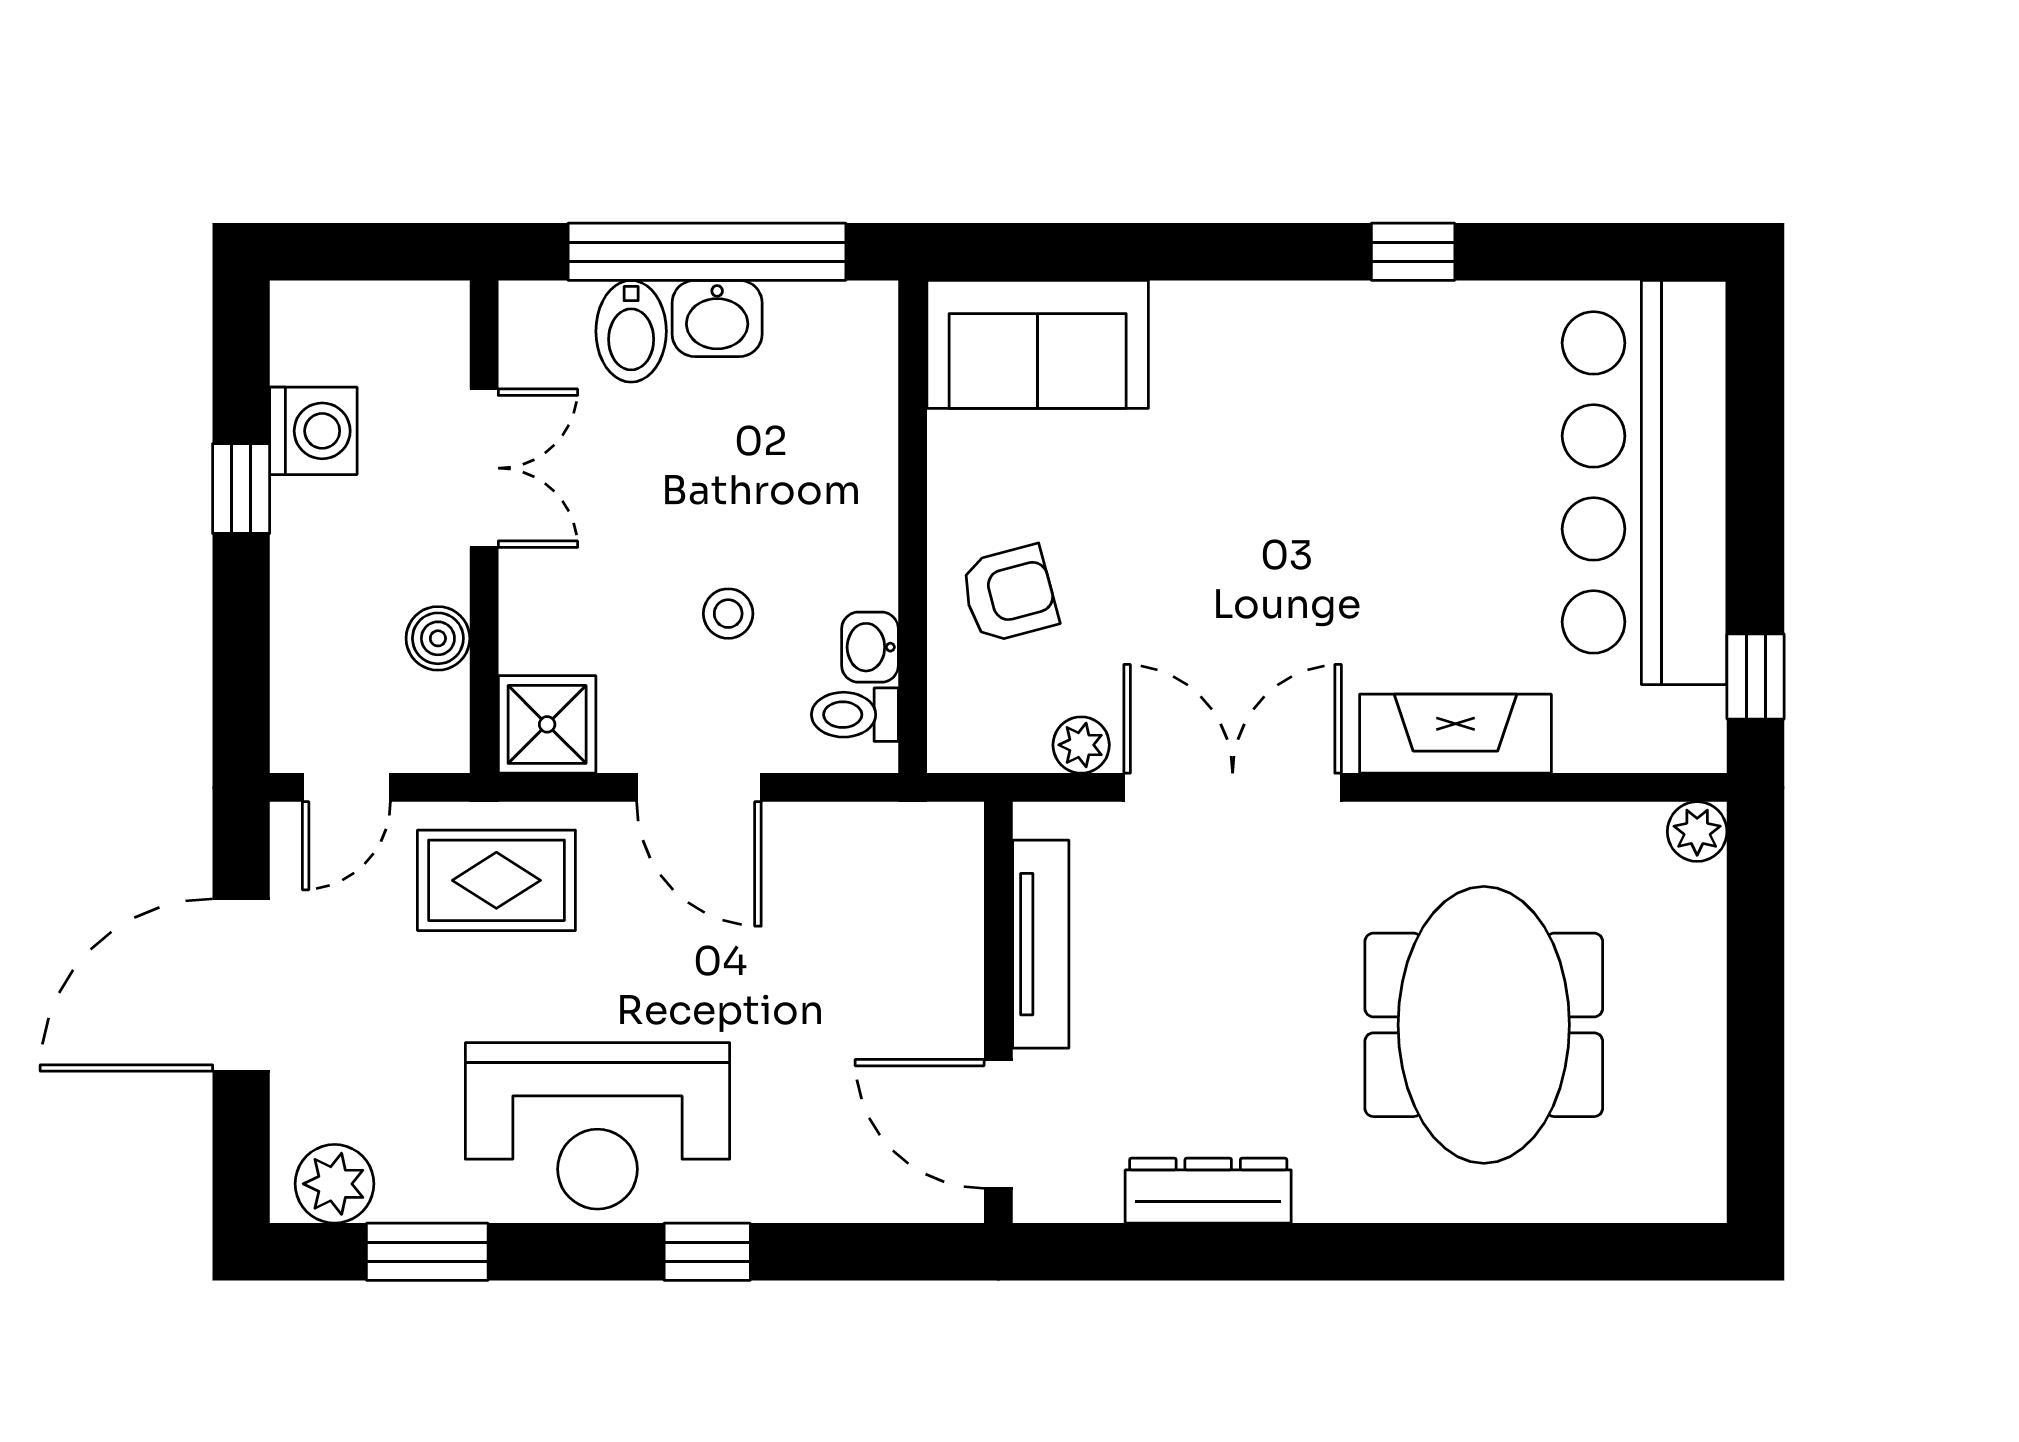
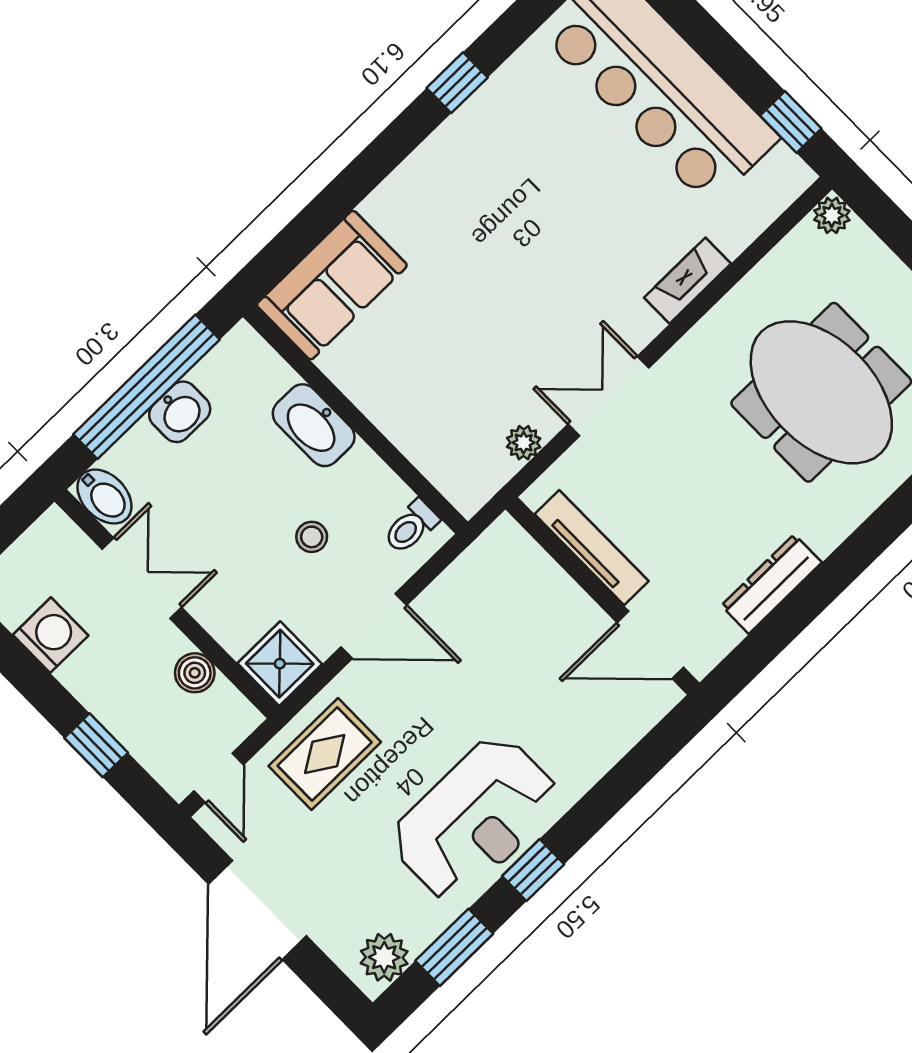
bidet: (631, 331) -> (104, 497), moved
window: (241, 488) -> (96, 745), moved
armchair: (1009, 594) -> (427, 407), removed
washbasin: (870, 647) -> (314, 425), moved, width x1.91, depth x1.45
fireplace: (1455, 734) -> (687, 281), width x0.73, depth x0.76
double door: (1233, 787) -> (608, 396), width x0.73
window: (707, 1252) -> (533, 870), moved

